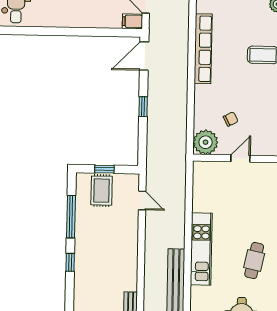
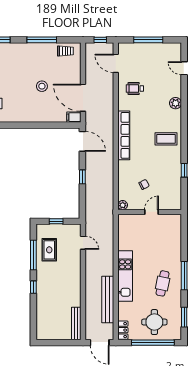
door: (144, 56) -> (82, 141), swing flipped
plant: (206, 142) -> (123, 205), width x0.53, depth x0.53
rug: (102, 191) -> (49, 250), moved

